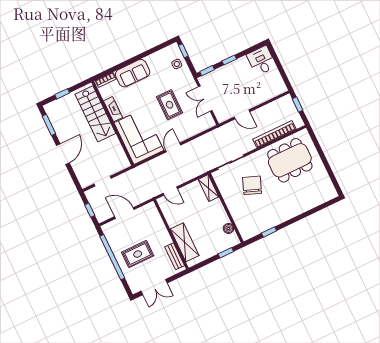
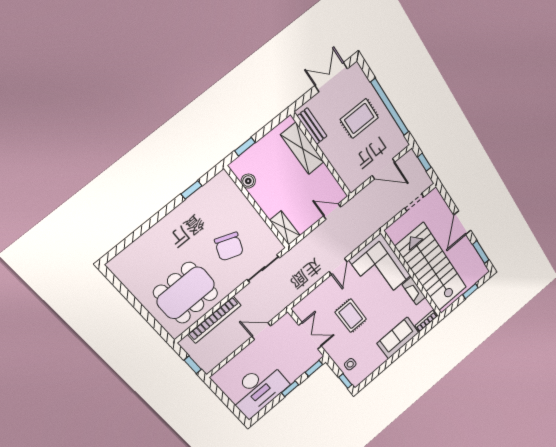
desk: (261, 61) -> (258, 389), width x1.87, depth x1.30
stairs: (95, 114) -> (431, 267), width x1.36, depth x1.51

